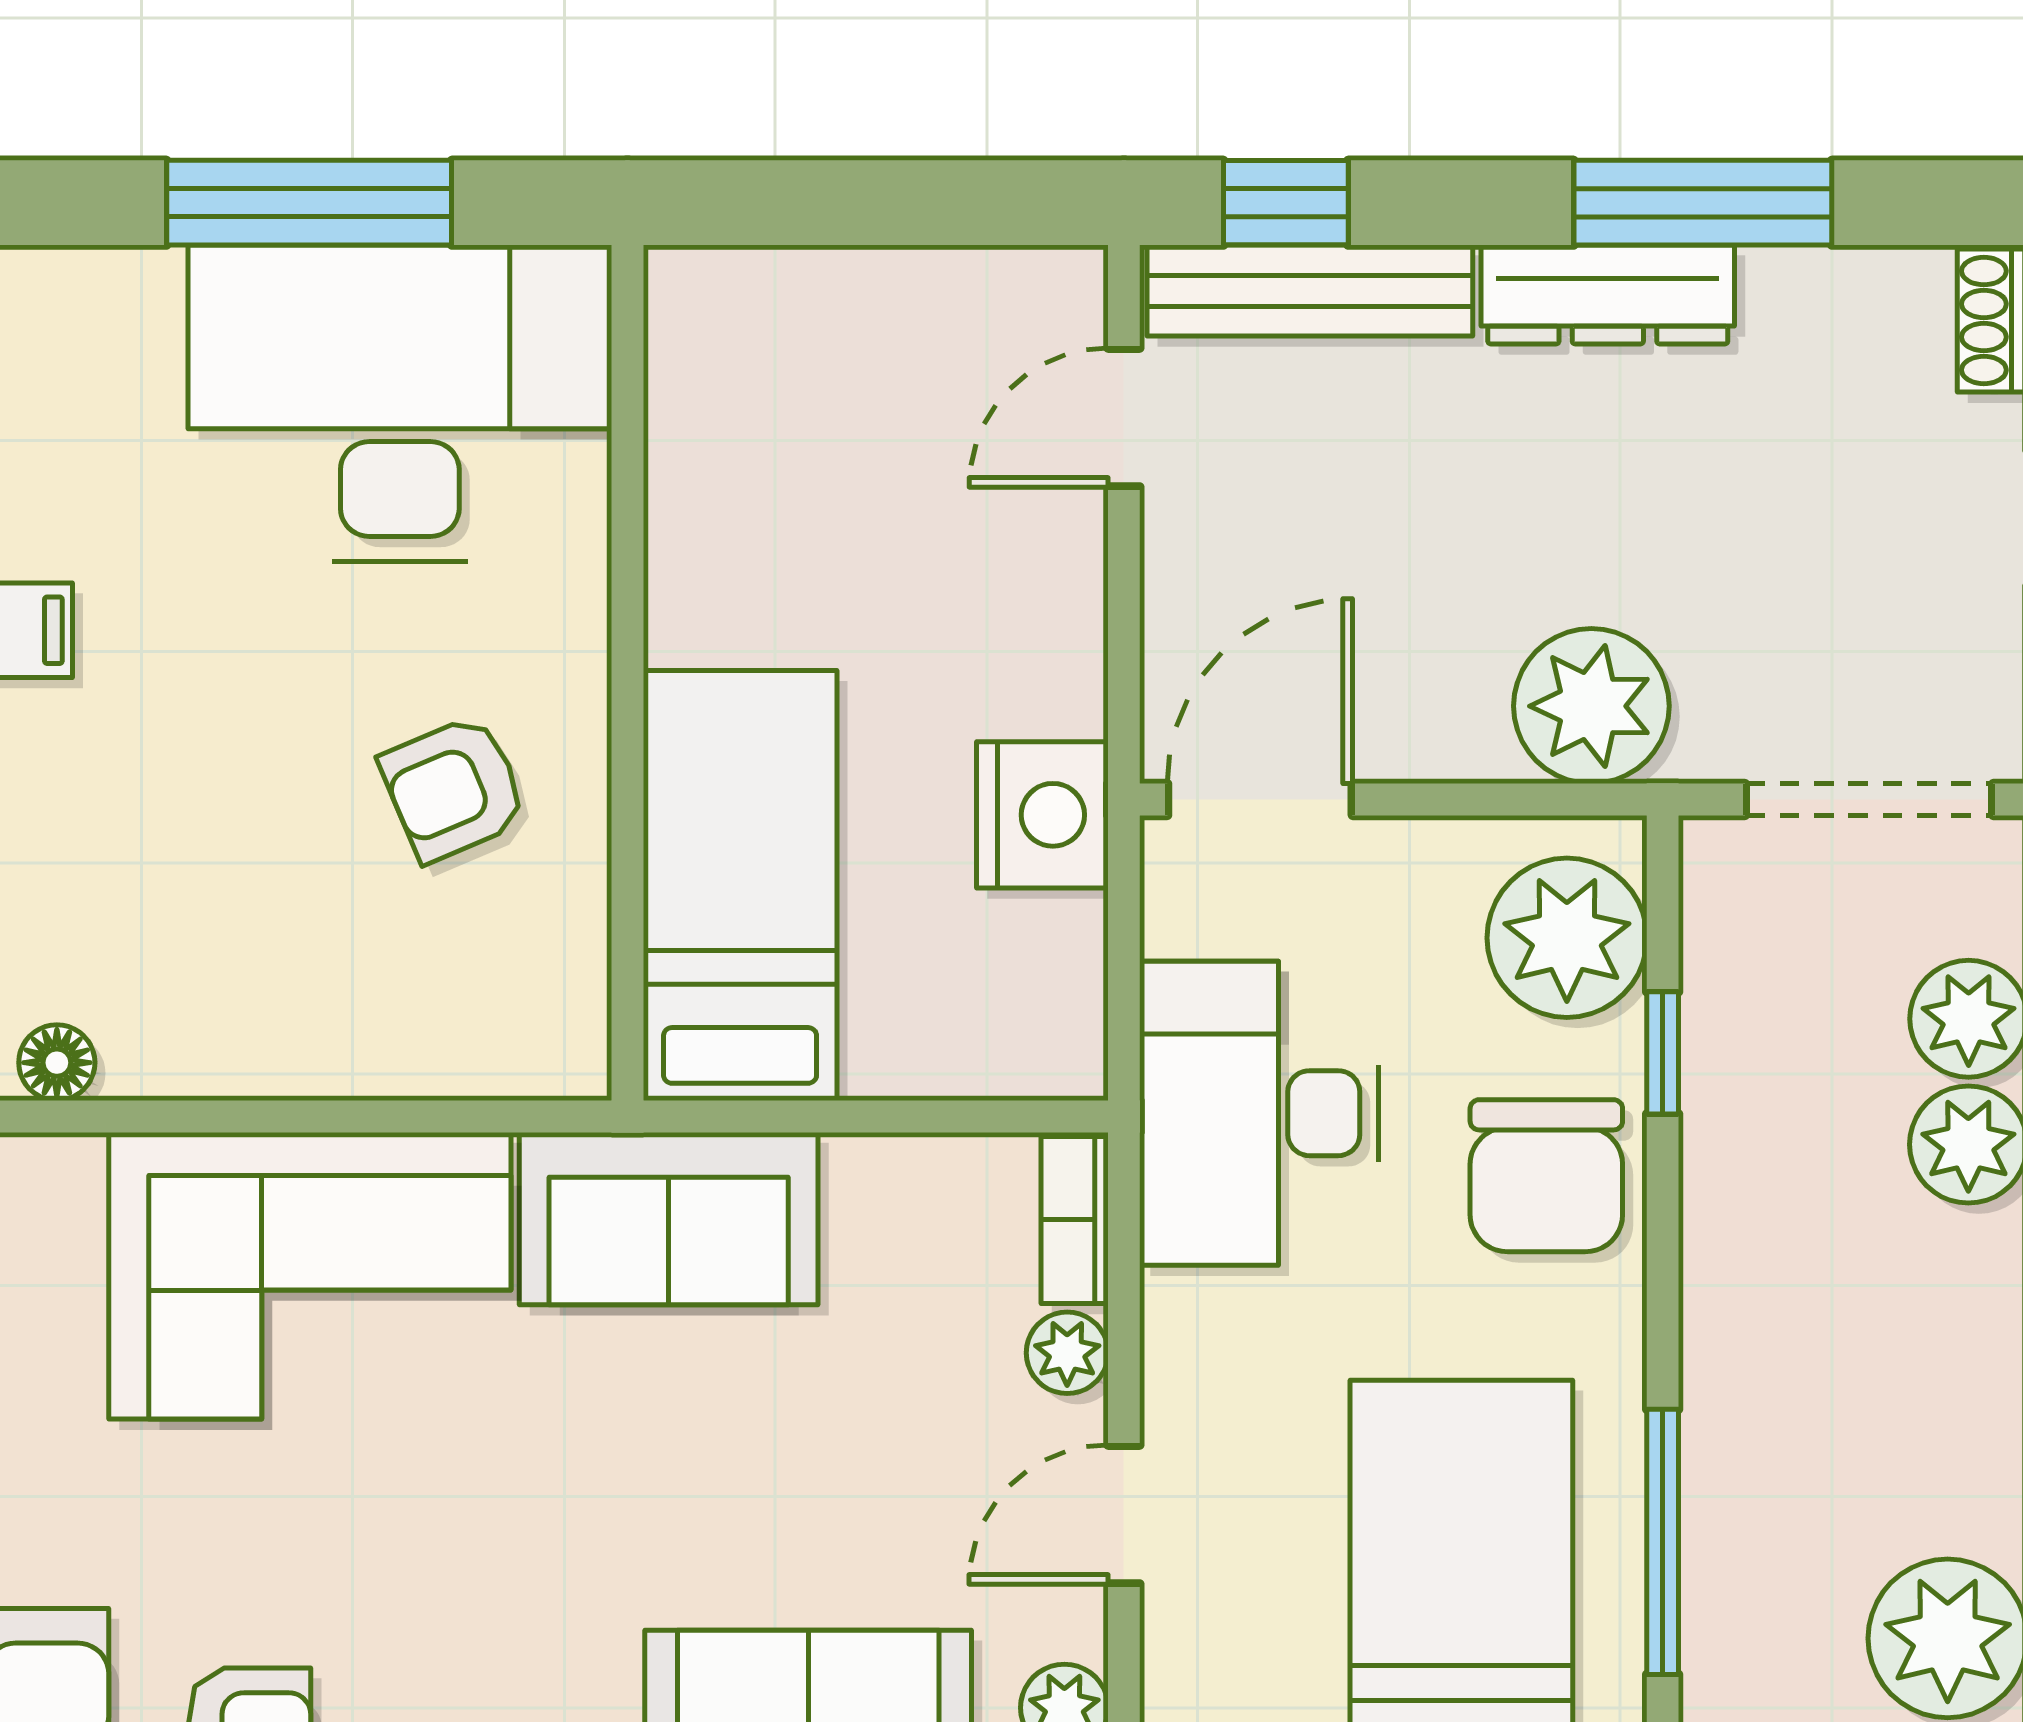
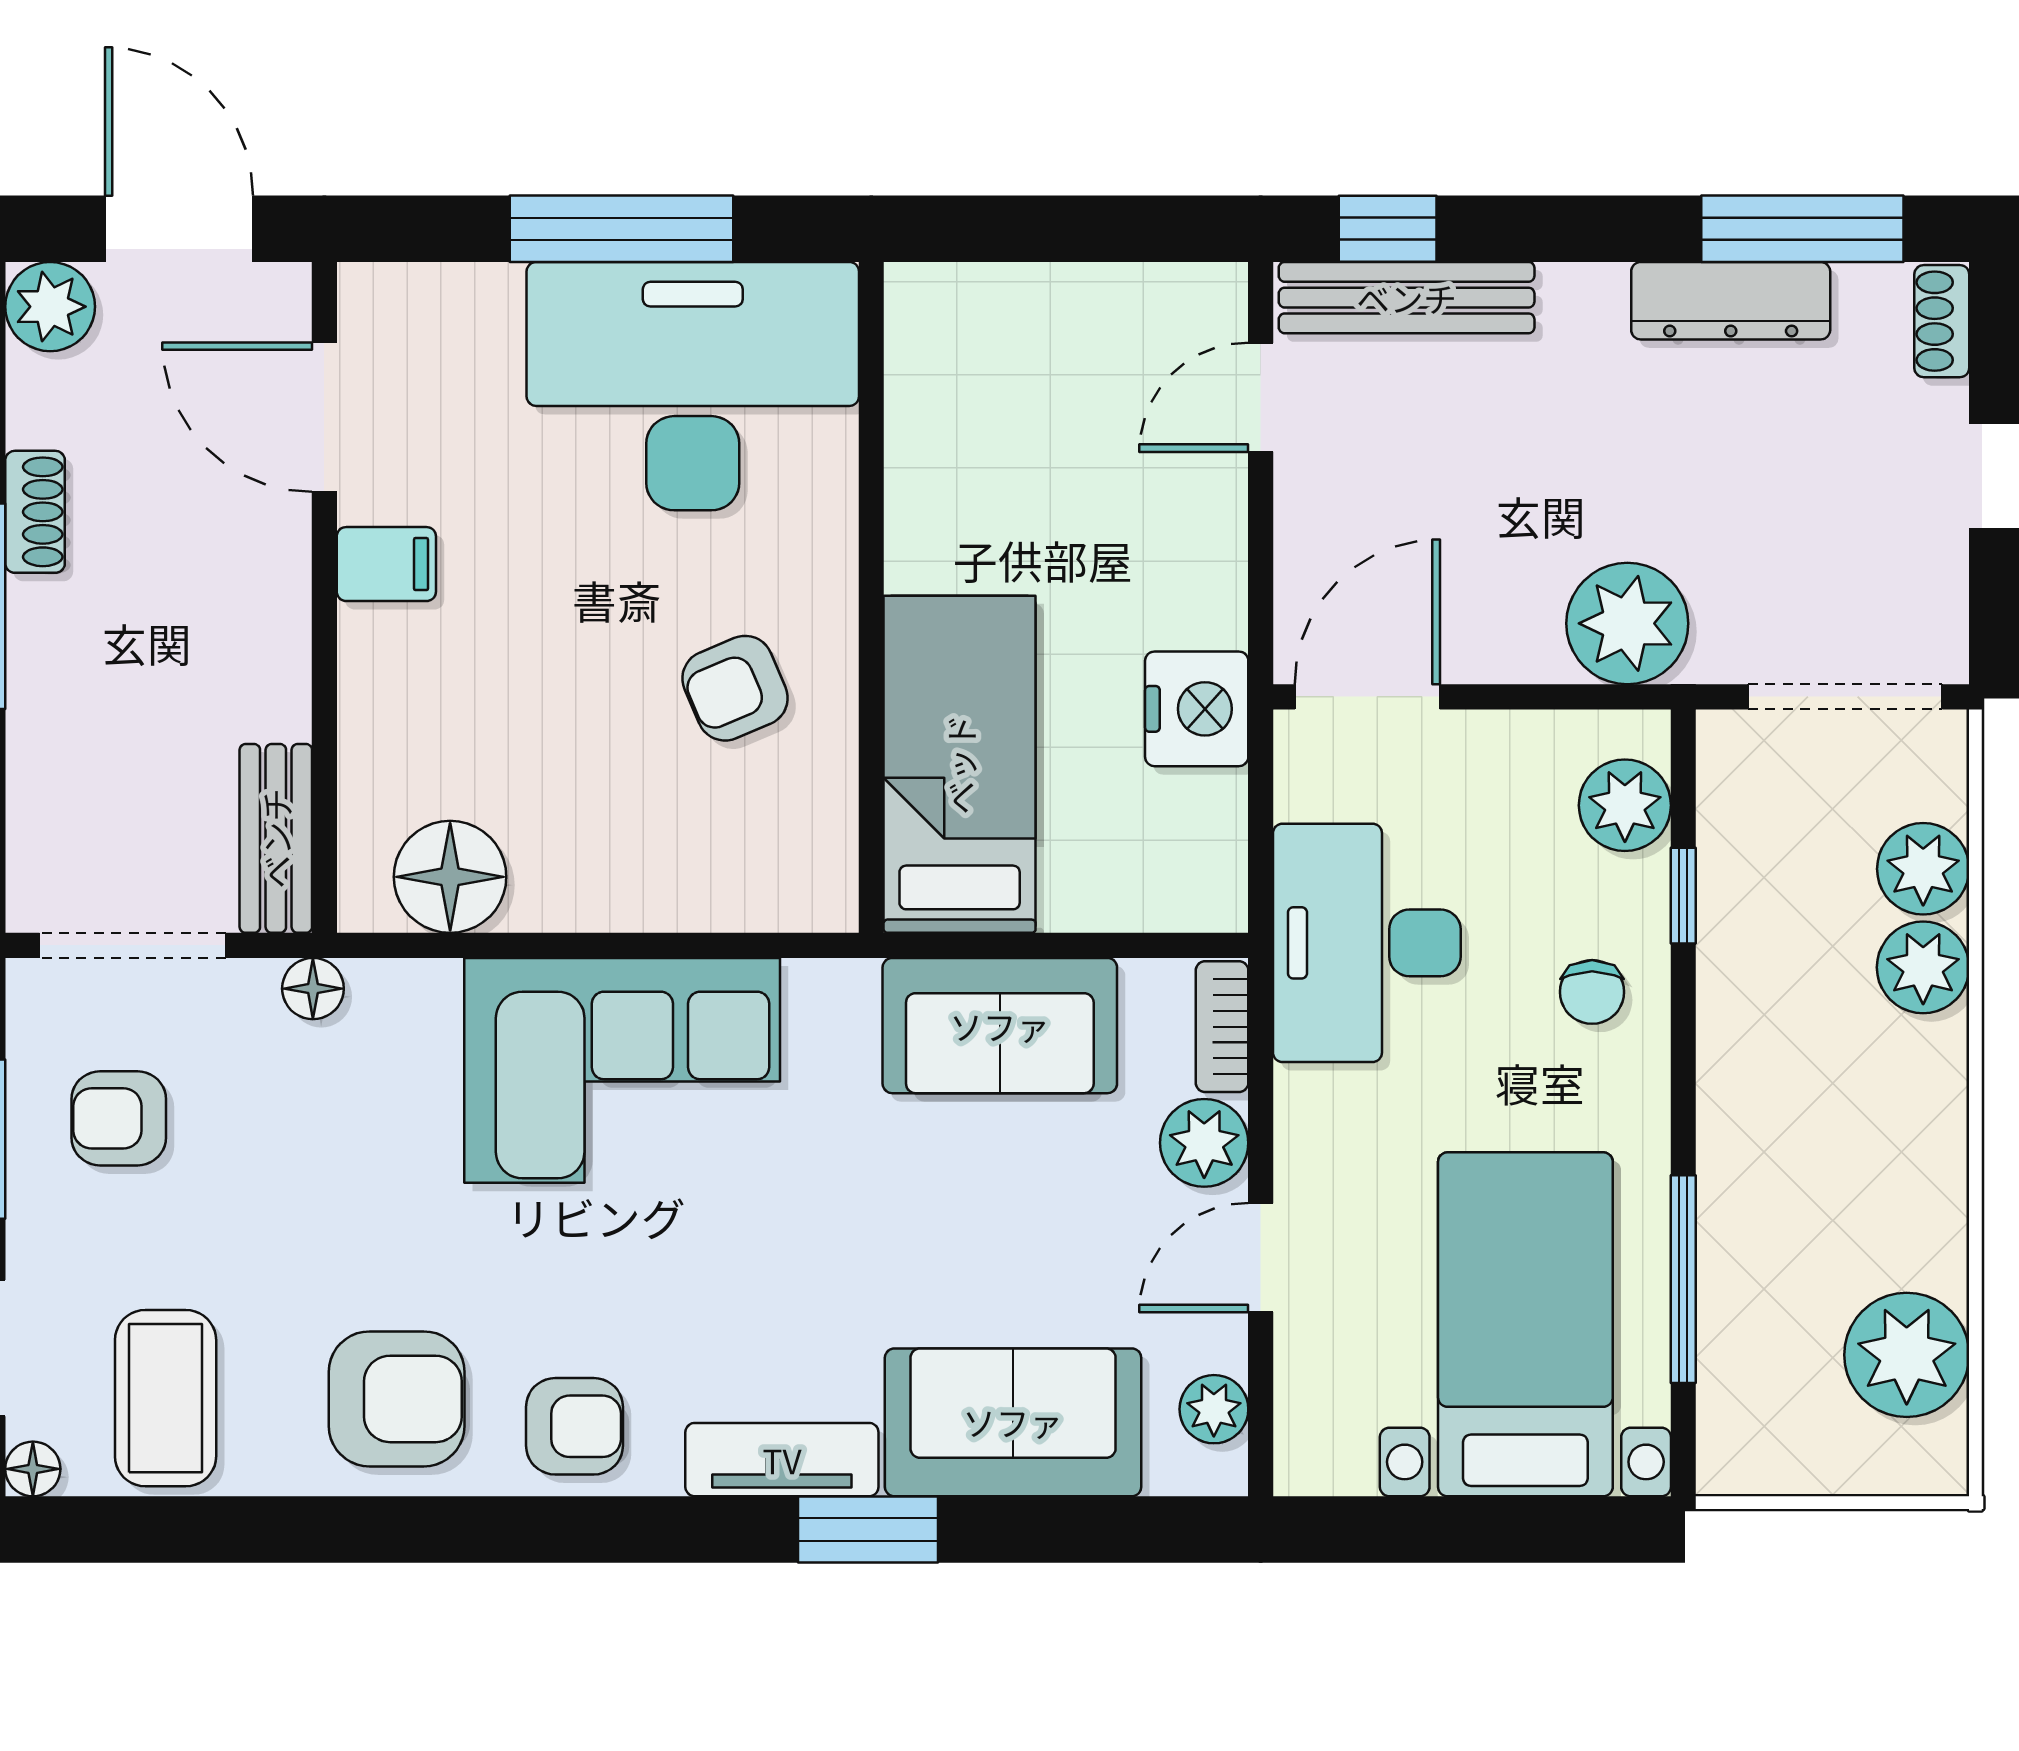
window: (1703, 203) -> (1802, 229), moved
dresser: (1608, 294) -> (1731, 301), moved
plant: (1567, 938) -> (1625, 805), width x0.73, depth x0.73
floor lamp: (57, 1063) -> (450, 877), width x1.89, depth x1.89
chair: (1546, 1176) -> (1592, 992), width x0.54, depth x0.54
sofa: (669, 1219) -> (1000, 1026), moved
plant: (1067, 1353) -> (1204, 1143), width x1.38, depth x1.38

